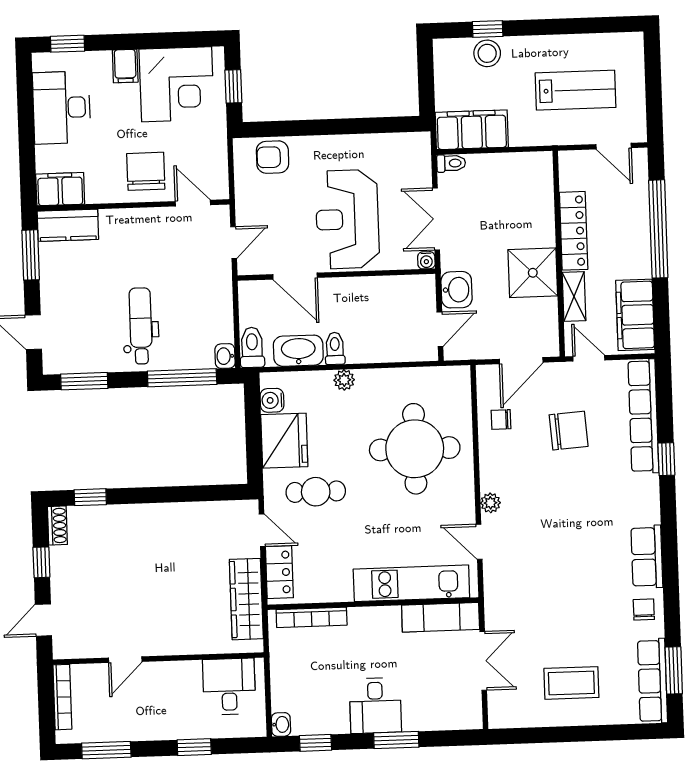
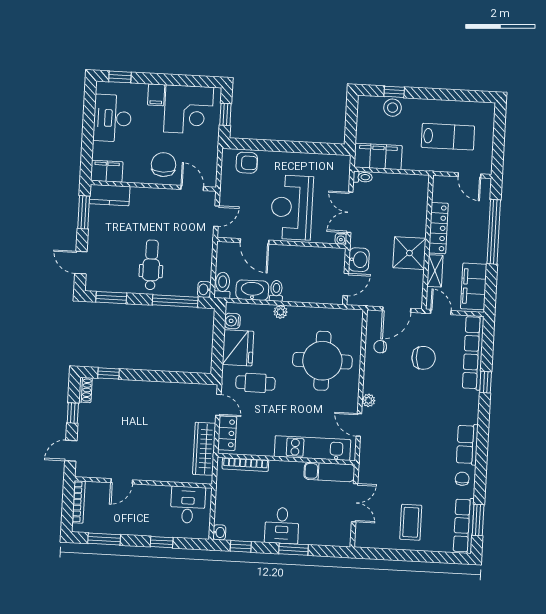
armchair: (273, 157) -> (247, 163), turned 180
coffee table: (571, 683) -> (411, 522), turned 90

